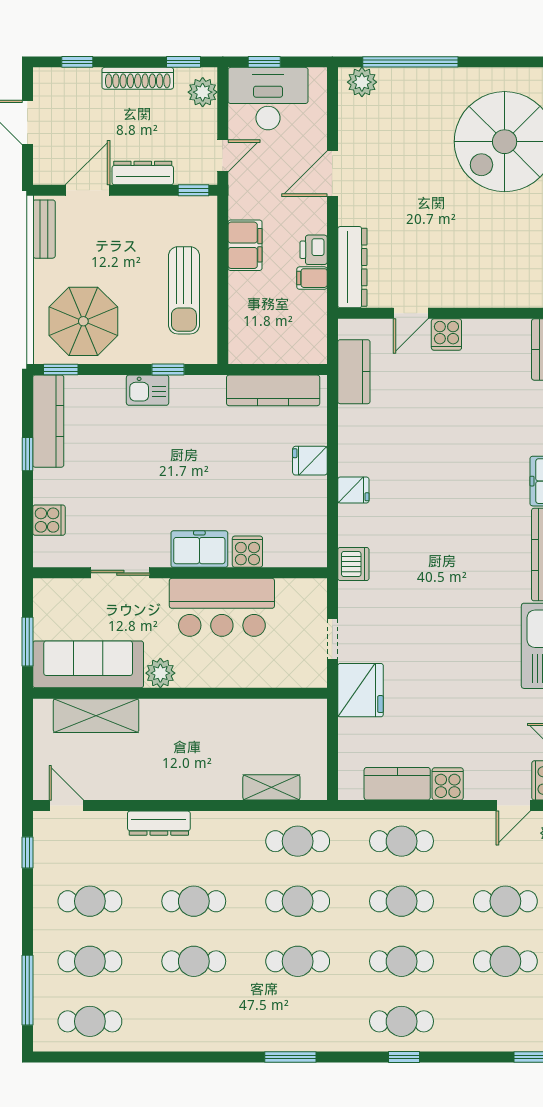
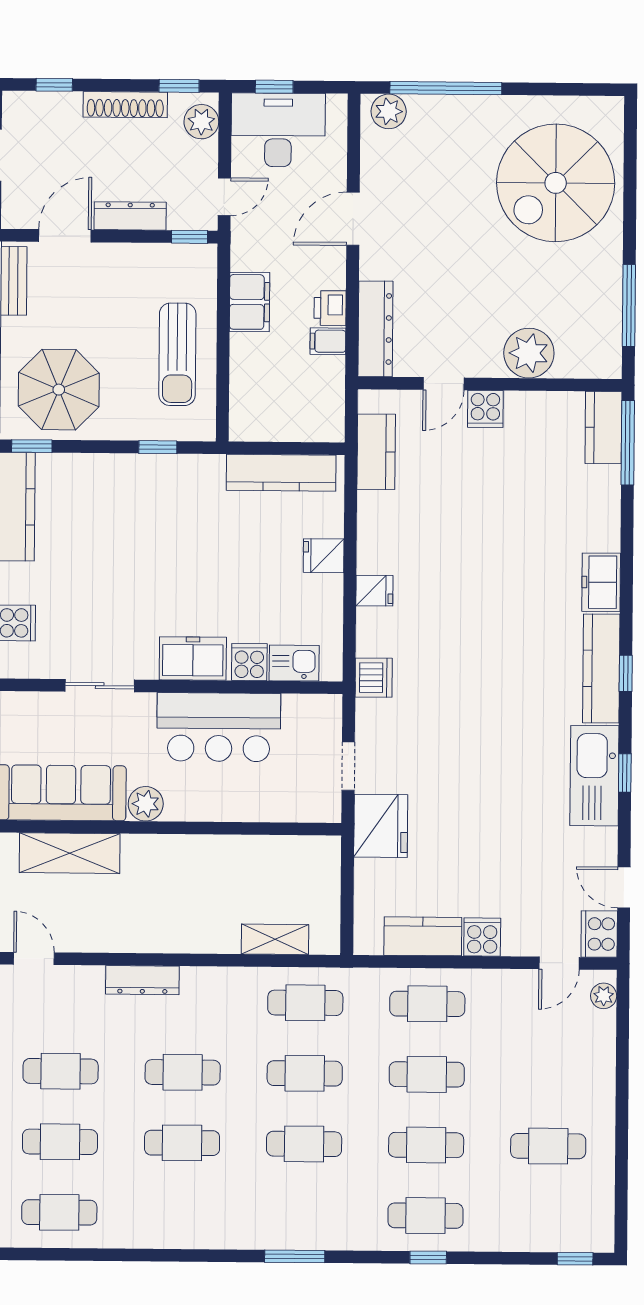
plant: (483, 287) -> (529, 353), added
kitchen sink: (148, 390) -> (294, 663), moved, turned 180
cafe table: (505, 901) -> (549, 1075), removed

